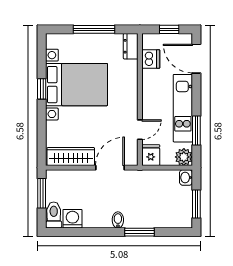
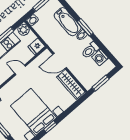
door: (140, 130) -> (20, 70), moved
toilet: (54, 215) -> (90, 50), moved
bathtub: (148, 217) -> (68, 22), added
window: (140, 232) -> (85, 27), moved

